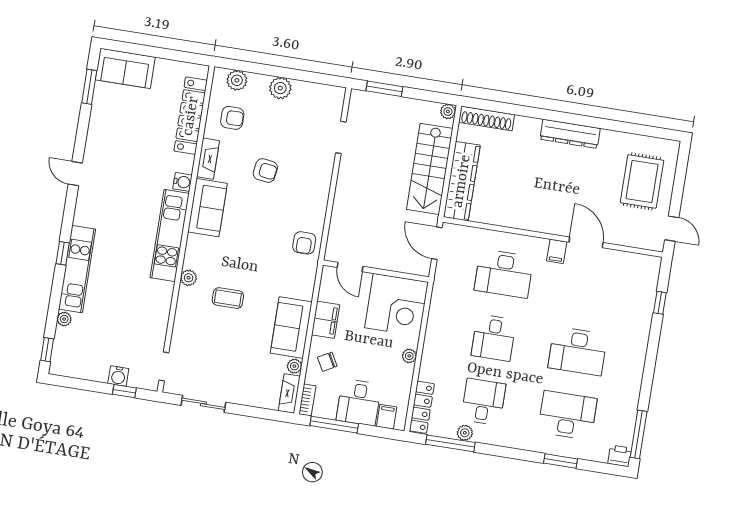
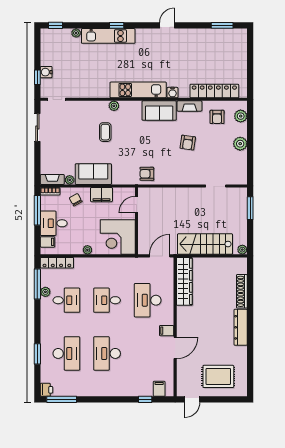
sofa: (125, 68) -> (237, 46), removed
shoe rack: (487, 118) -> (242, 291), moved
wardrobe: (462, 181) -> (184, 281), moved, turned -90
filing cabinet: (647, 278) -> (159, 389), added

